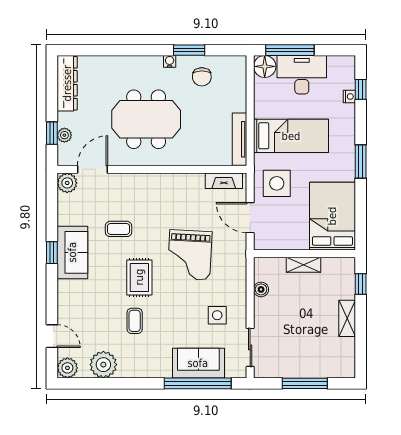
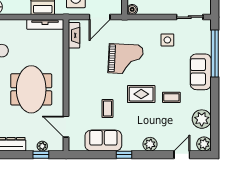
plant: (67, 183) -> (150, 144), moved
sofa: (72, 252) -> (103, 141), moved
boiler: (261, 289) -> (132, 9), moved
sofa: (198, 363) -> (201, 72), moved

